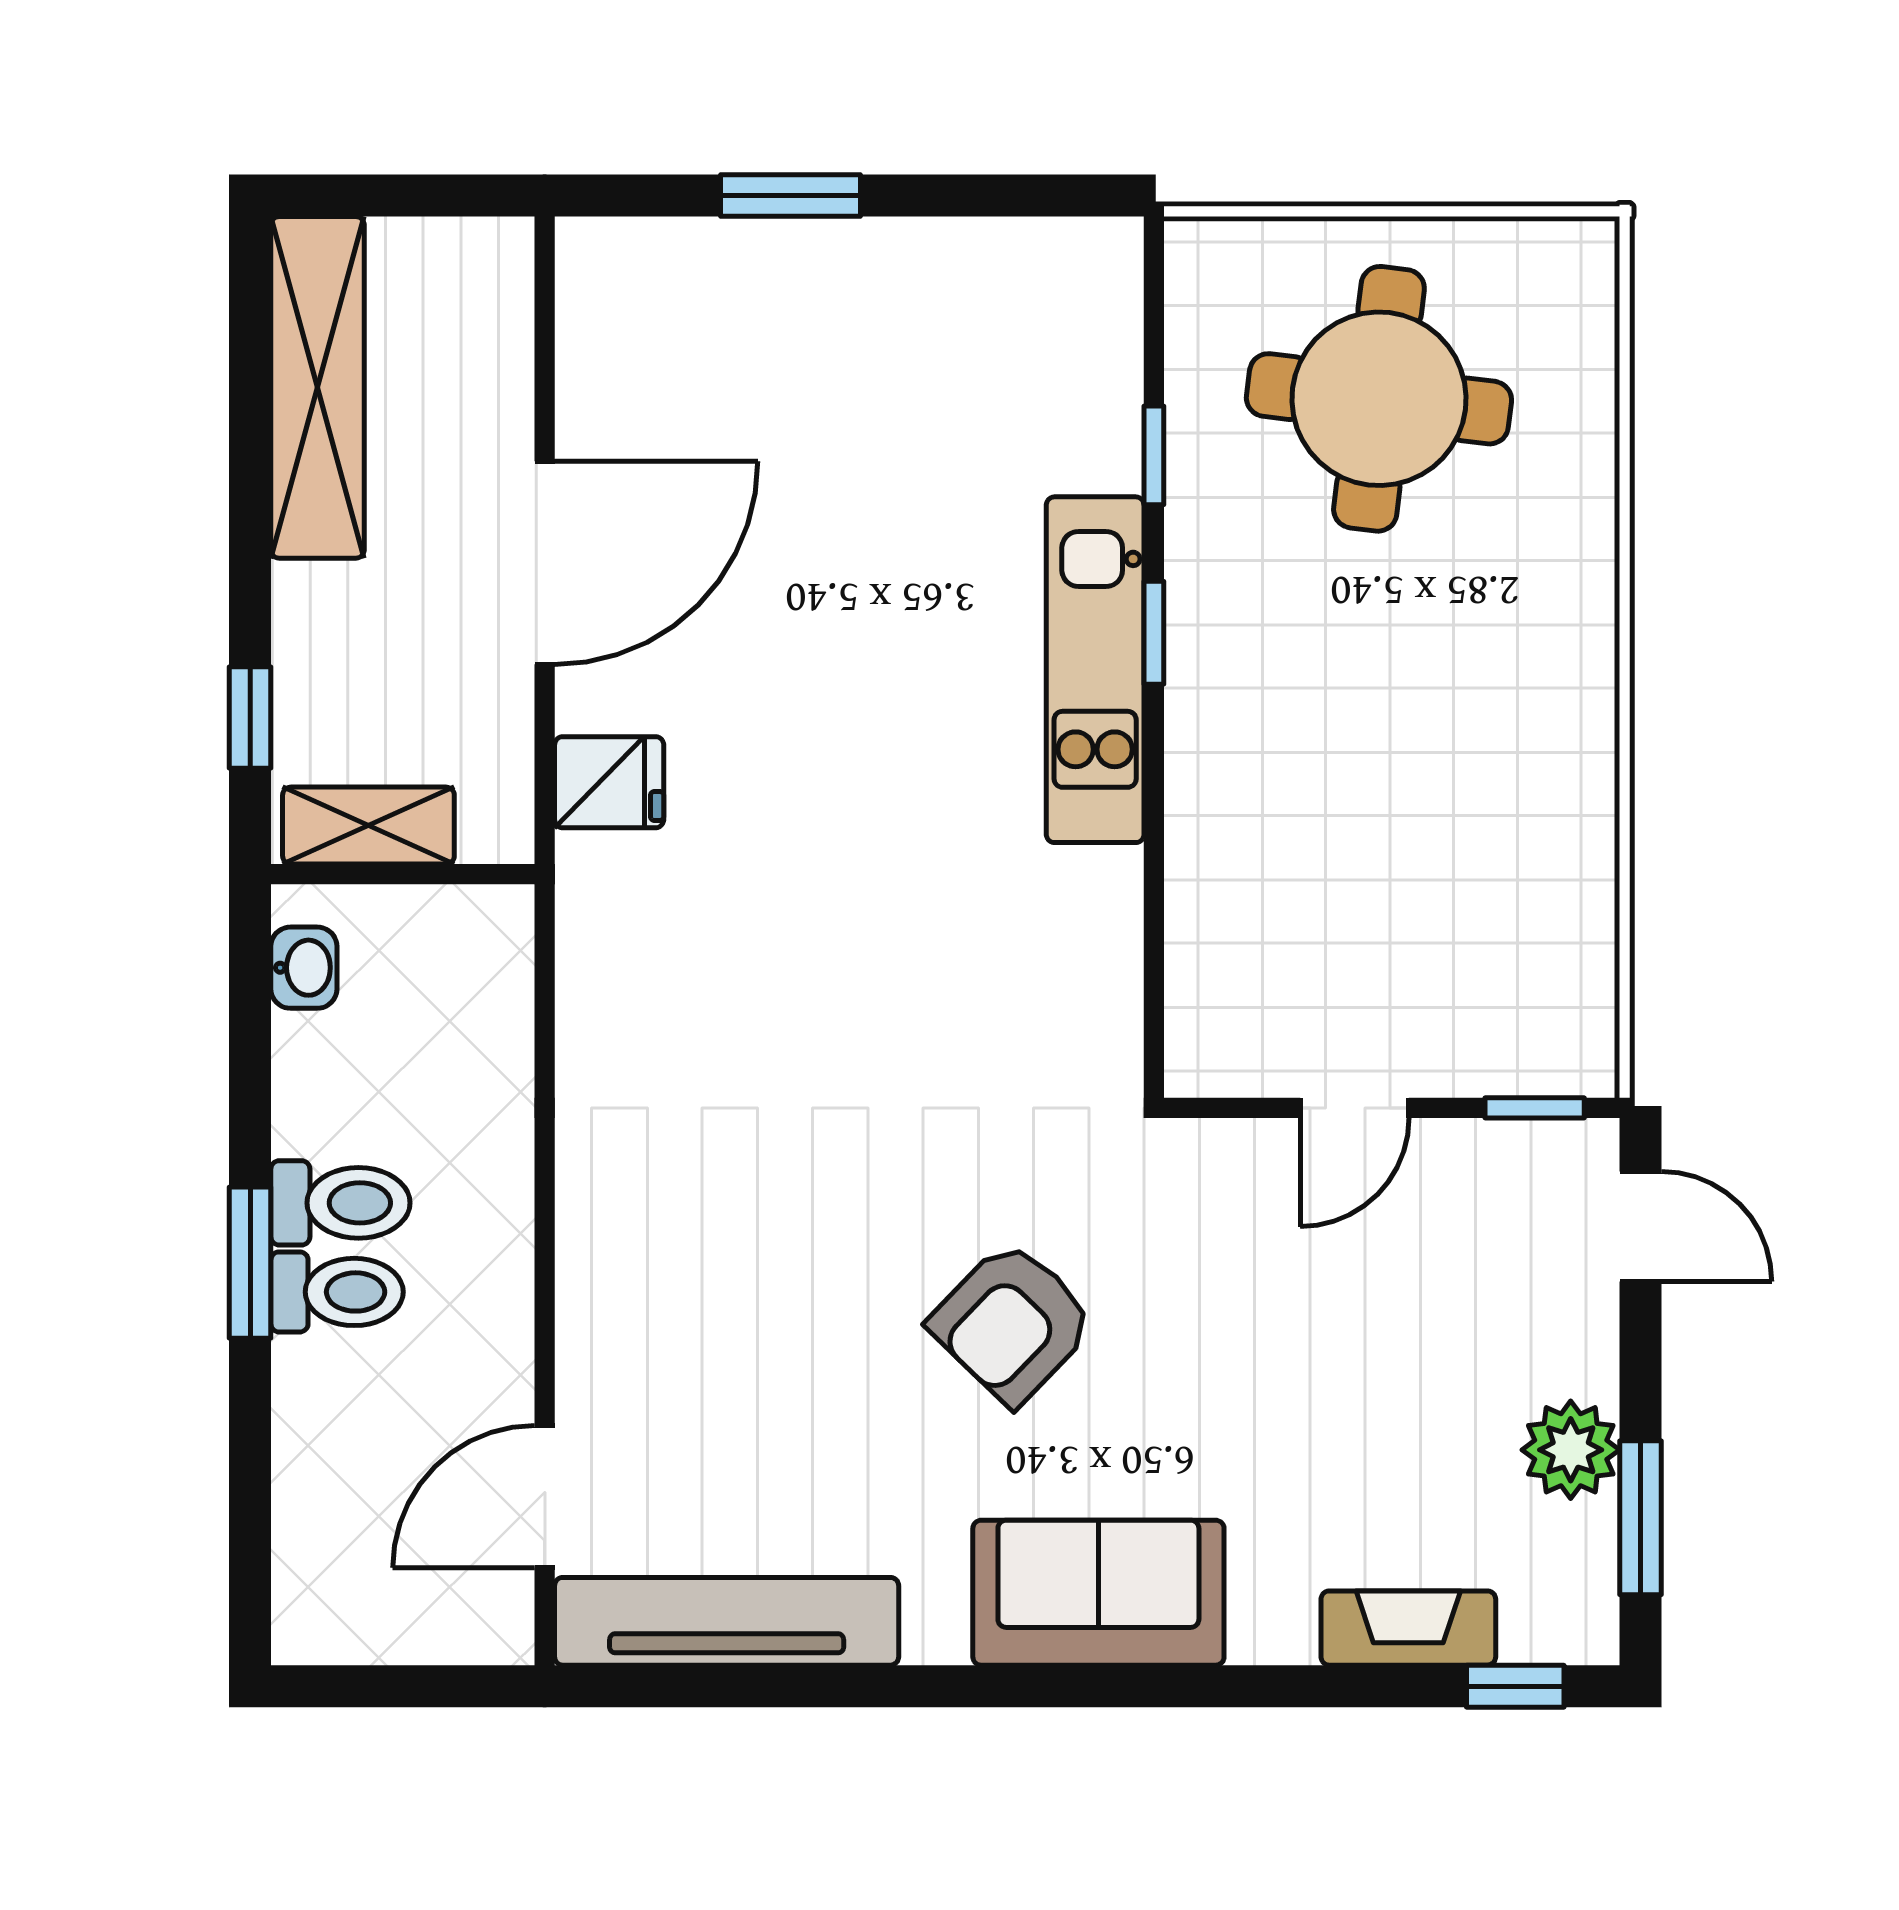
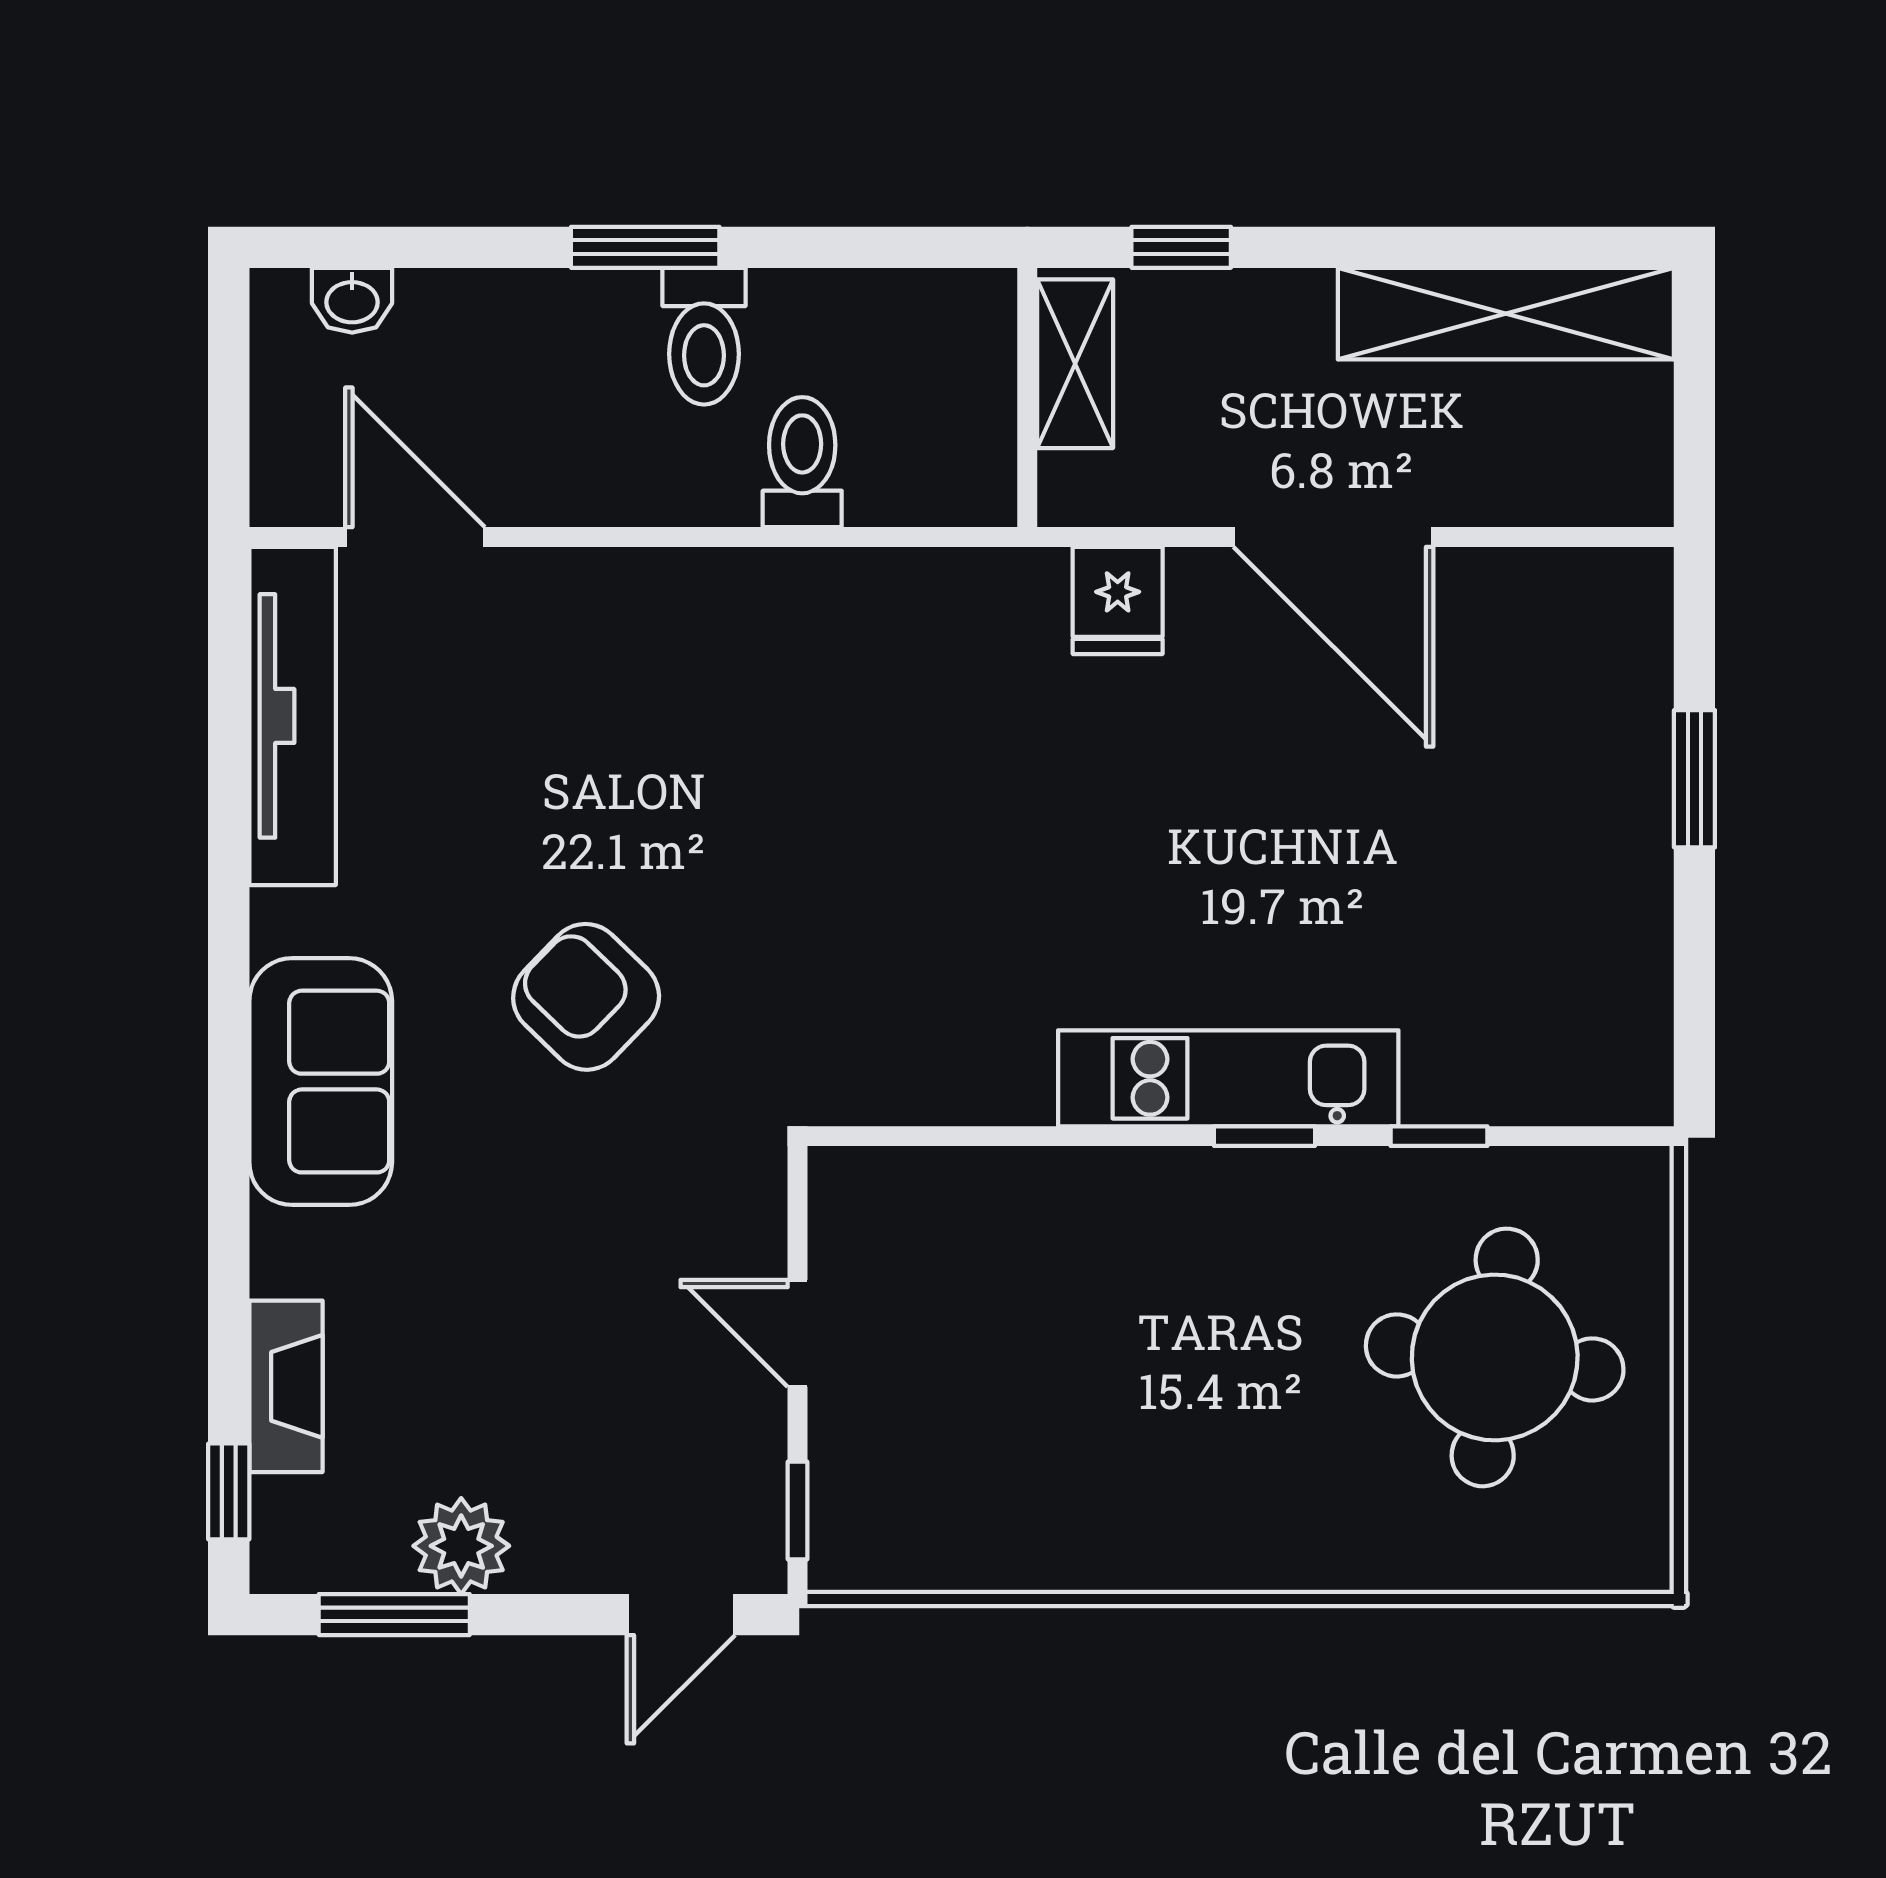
washbasin: (304, 968) -> (352, 300), moved
toilet: (337, 1292) -> (802, 462), moved, turned 180

